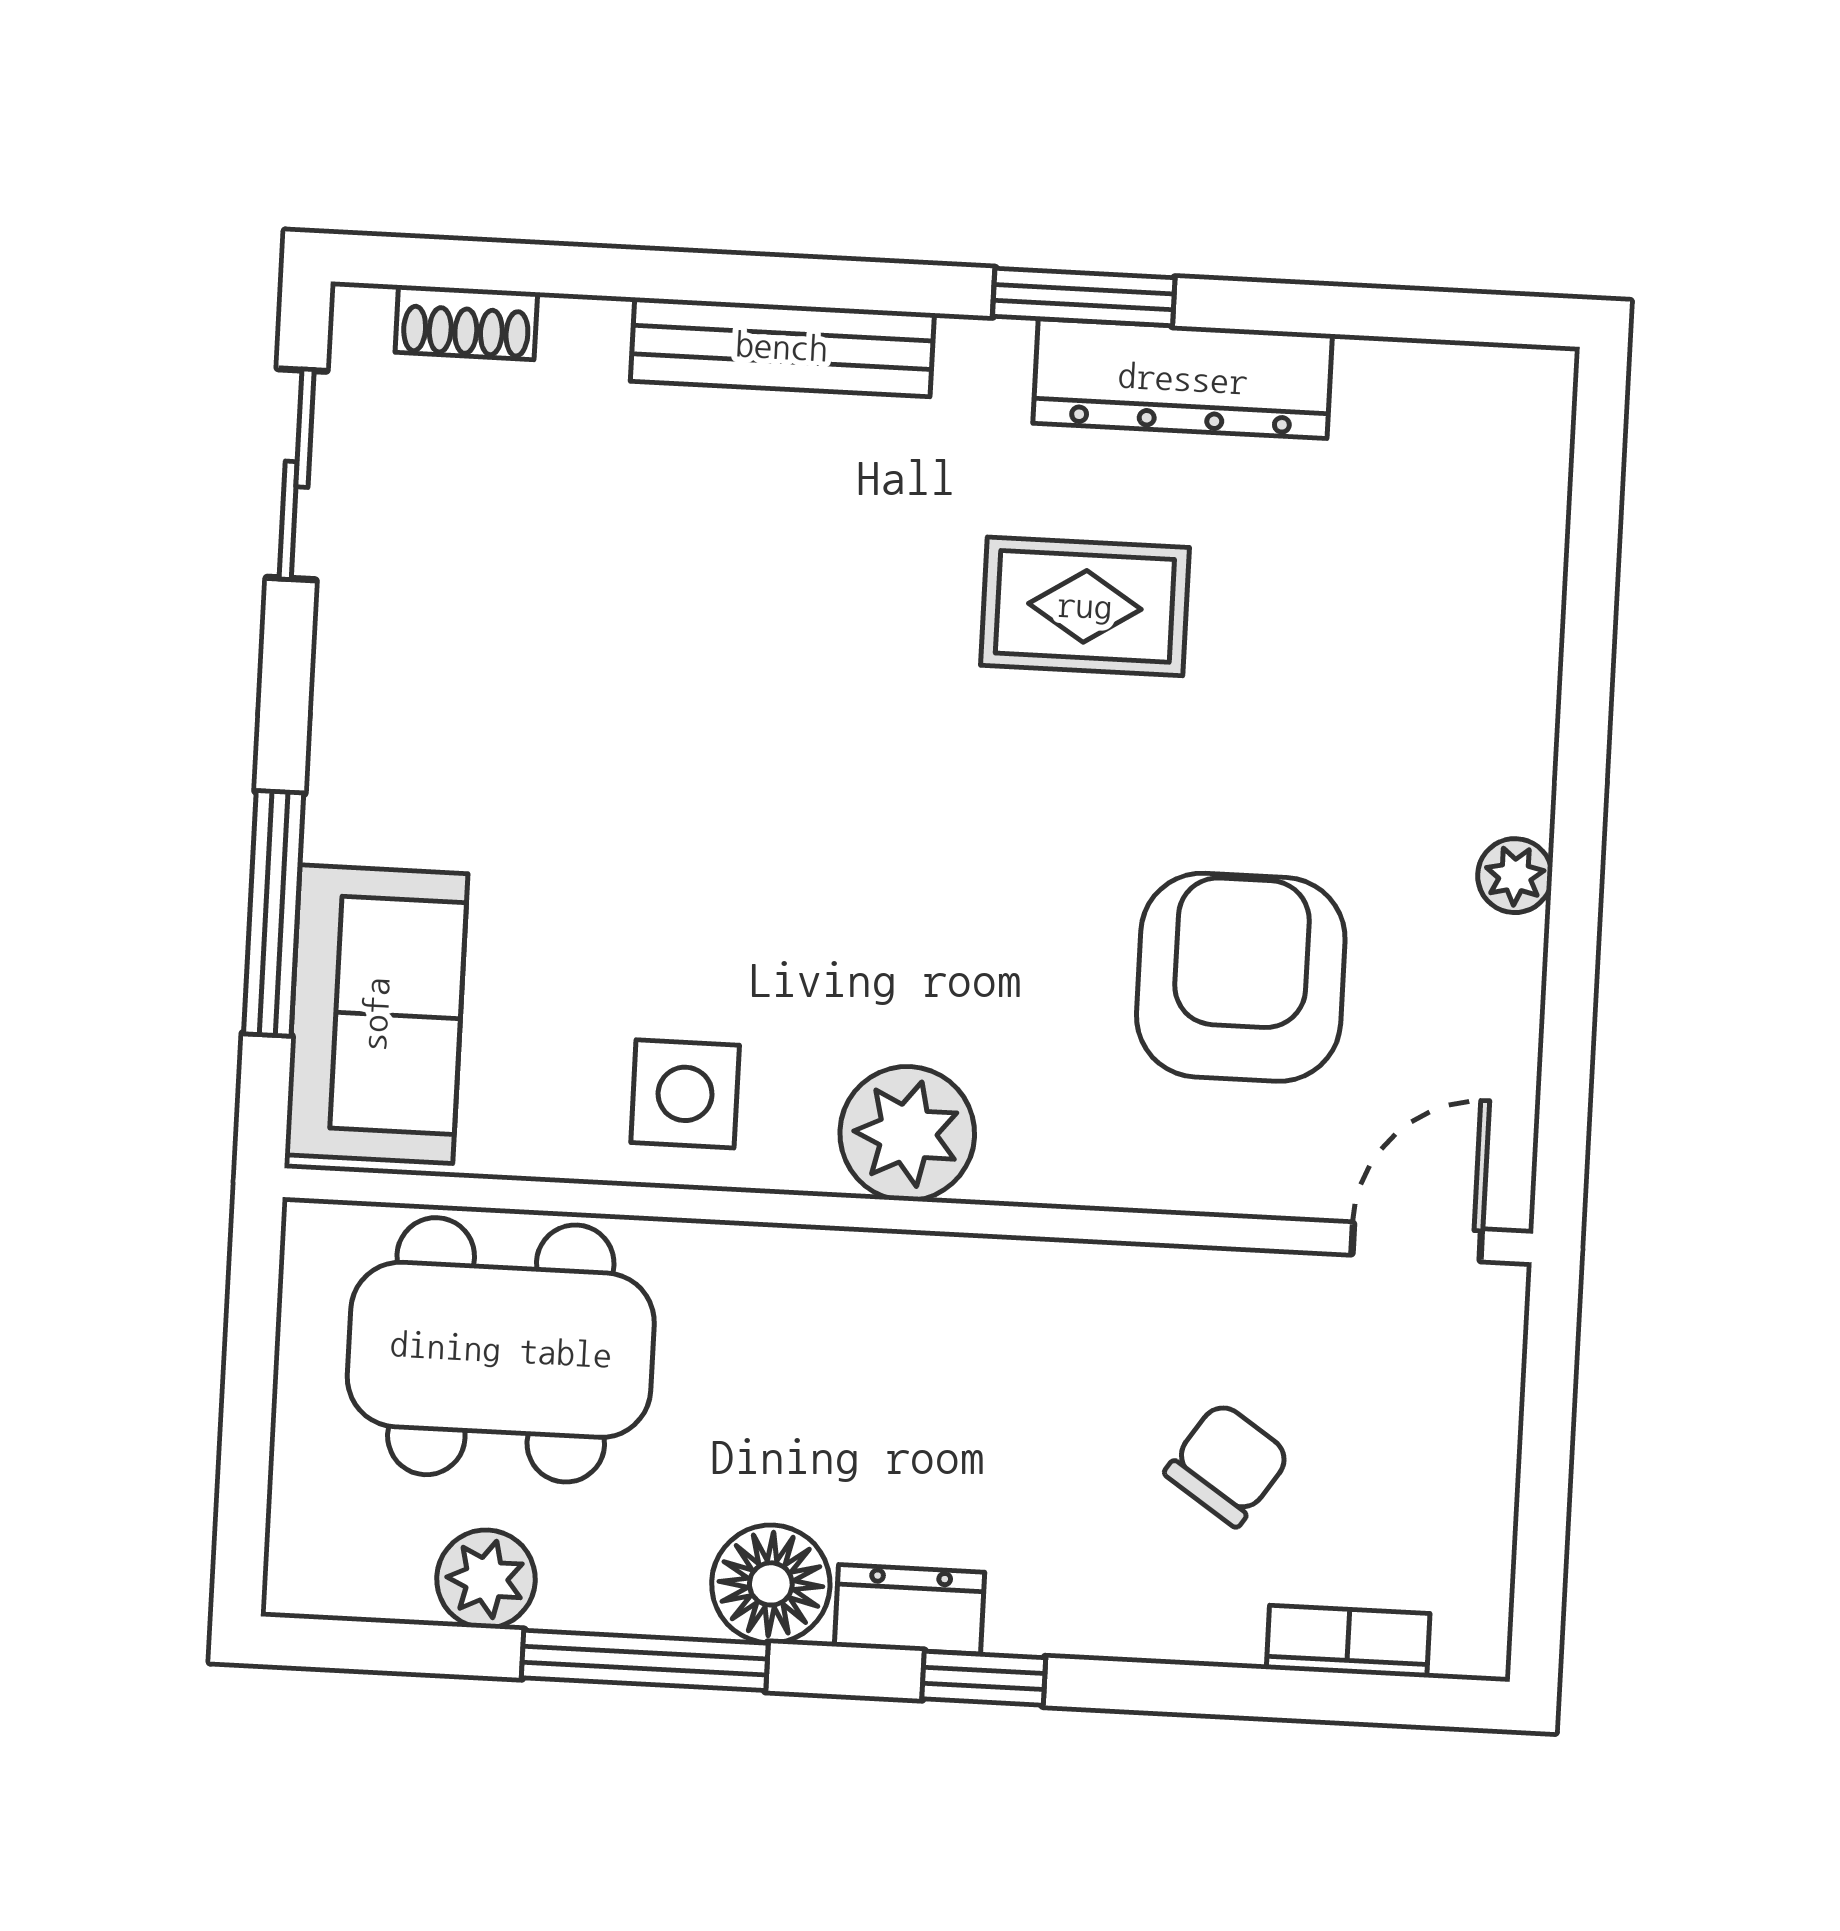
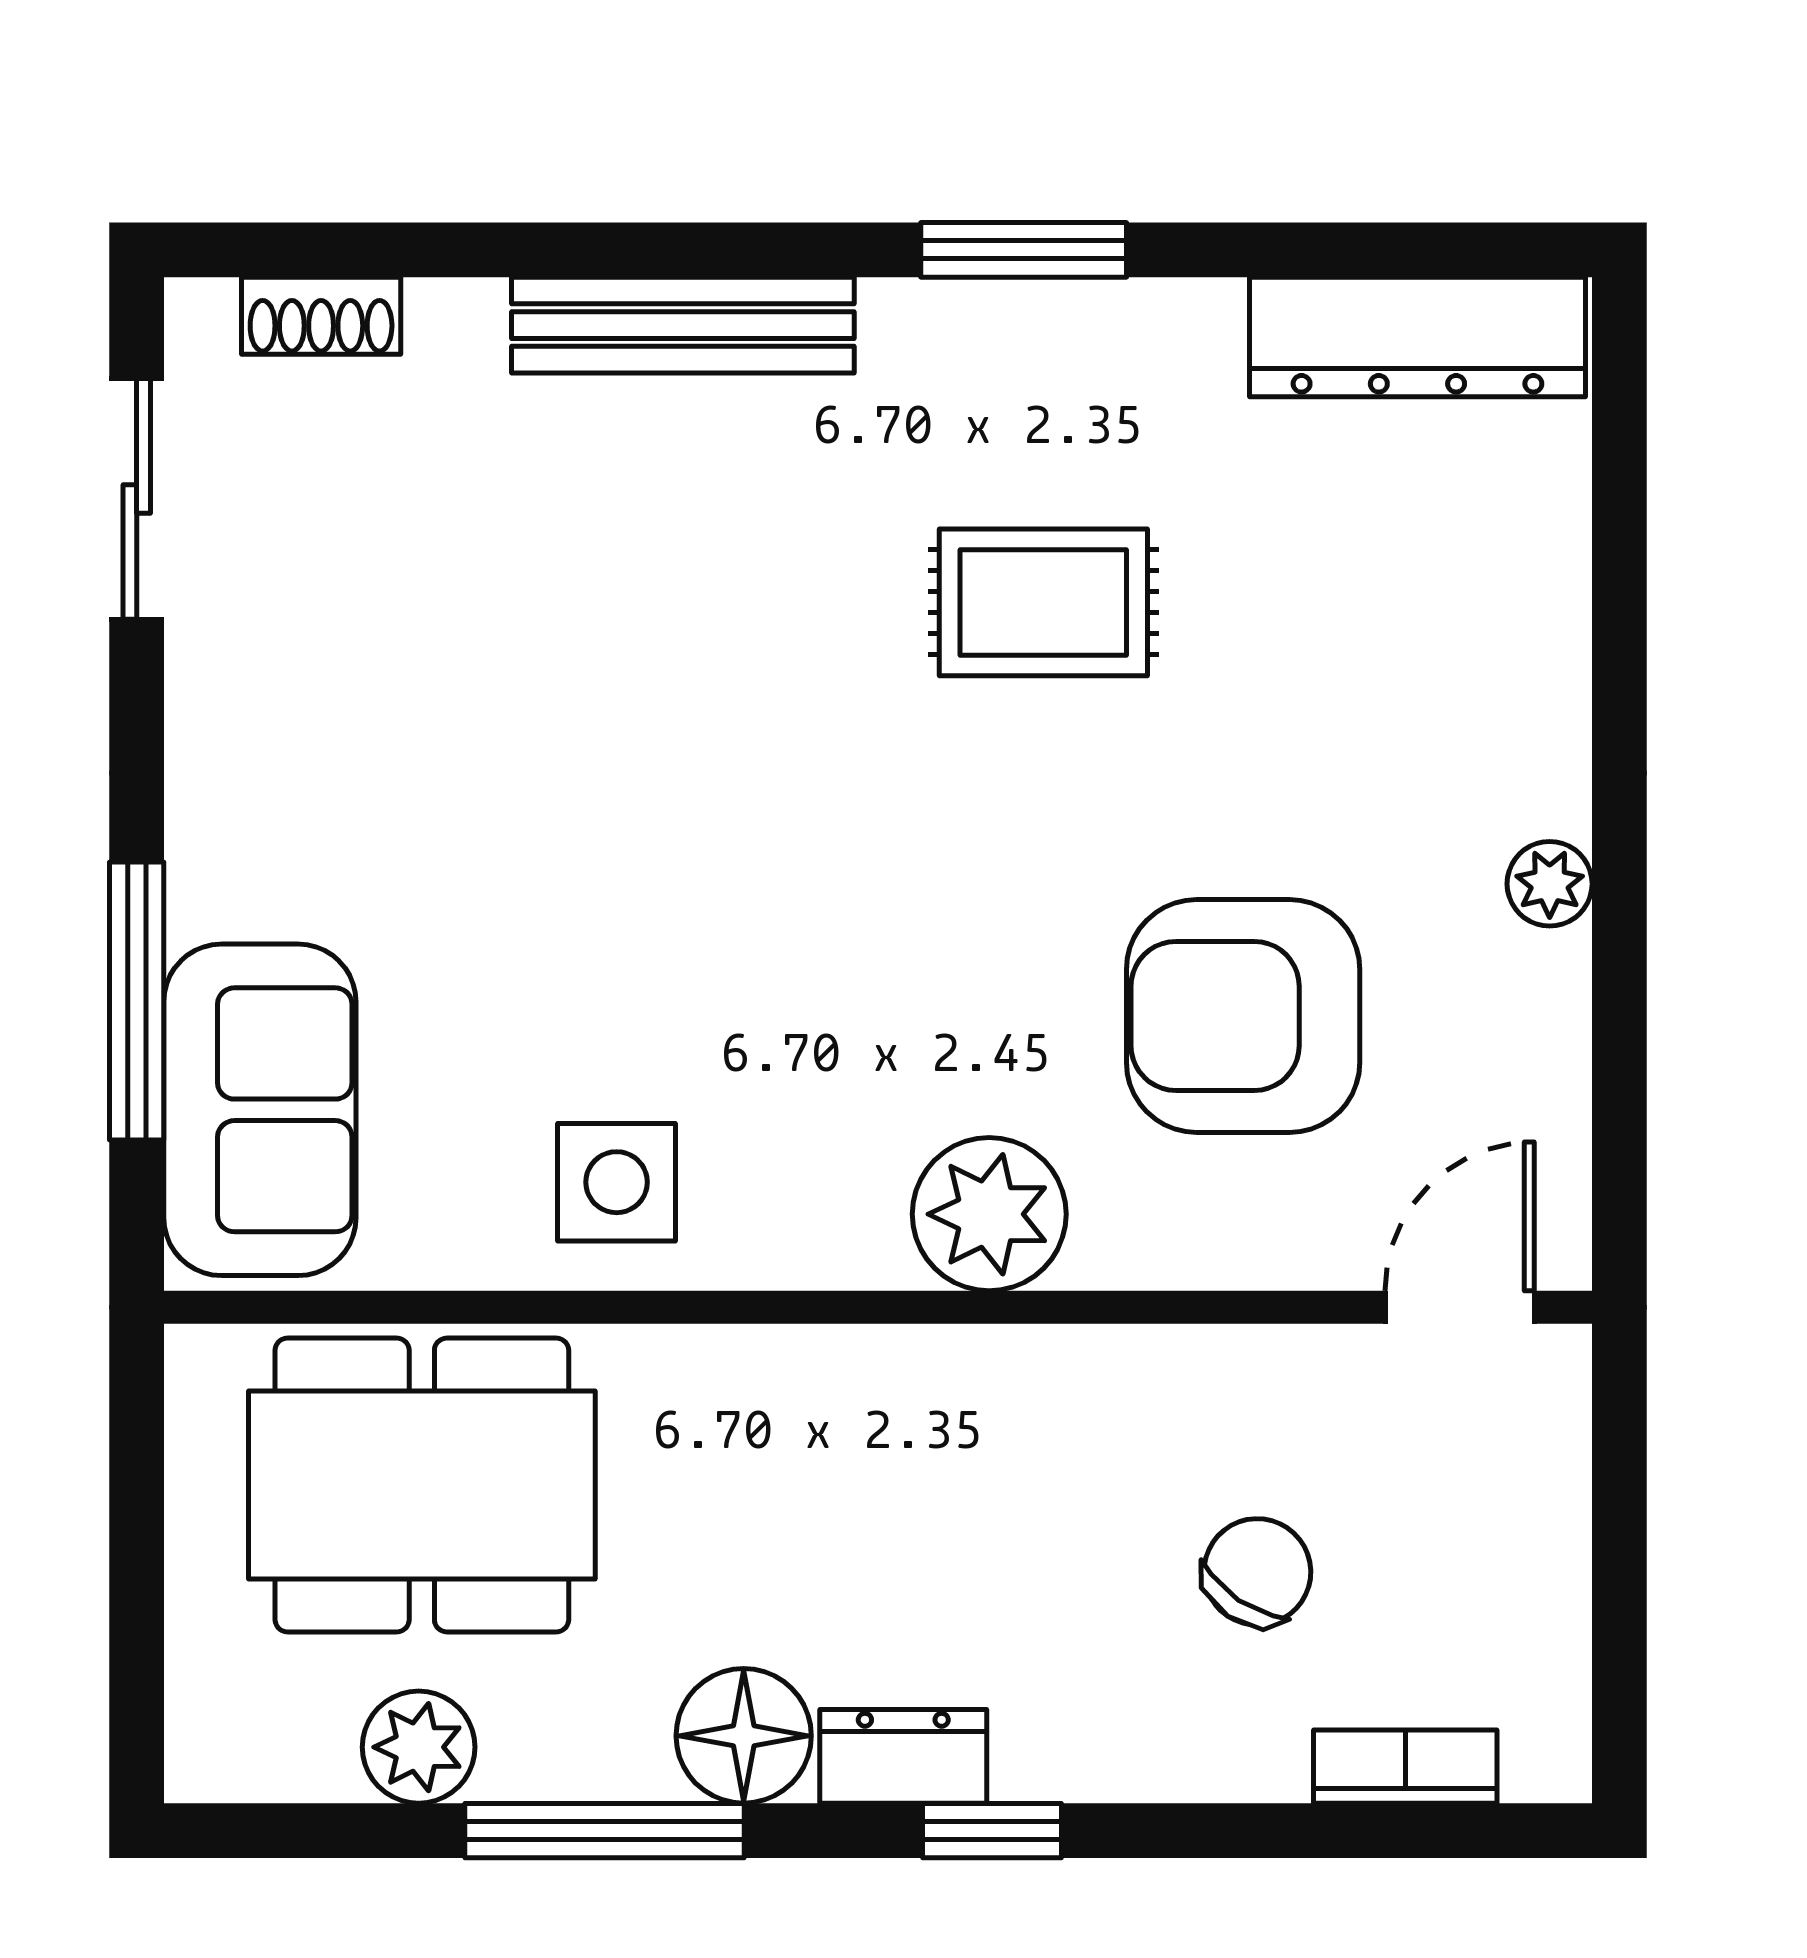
dresser: (1183, 379) -> (1417, 337), moved
armchair: (1241, 977) -> (1243, 1016), turned -90
plant: (907, 1134) -> (989, 1214), moved

